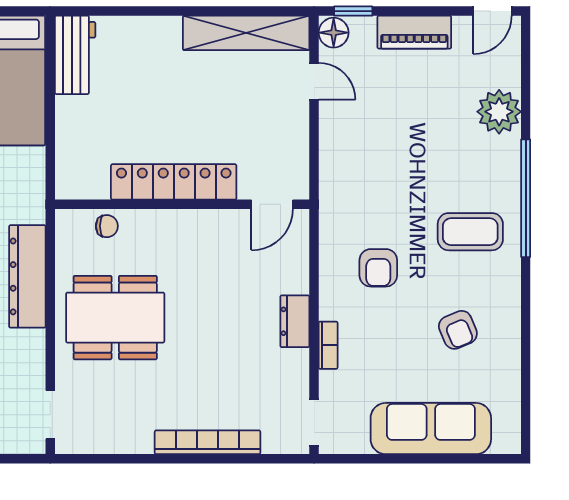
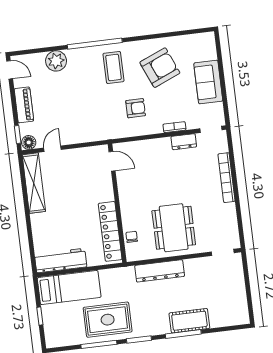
workbench: (75, 55) -> (61, 261), width x1.38
locker: (174, 182) -> (110, 231), moved
dresser: (295, 321) -> (184, 142), moved
armchair: (458, 330) -> (160, 68), width x1.88, depth x1.88
sofa: (431, 429) -> (208, 82), width x0.73

